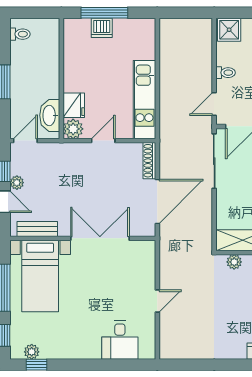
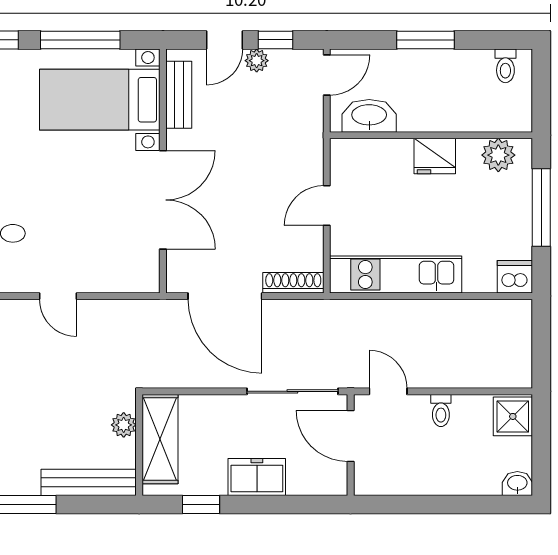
dishwasher: (102, 28) -> (515, 277), moved, turned 90
fridge: (74, 105) -> (435, 156), moved
plant: (73, 129) -> (498, 155), moved
door: (25, 141) -> (327, 75), hinge flipped
door: (103, 141) -> (327, 205), swing flipped

